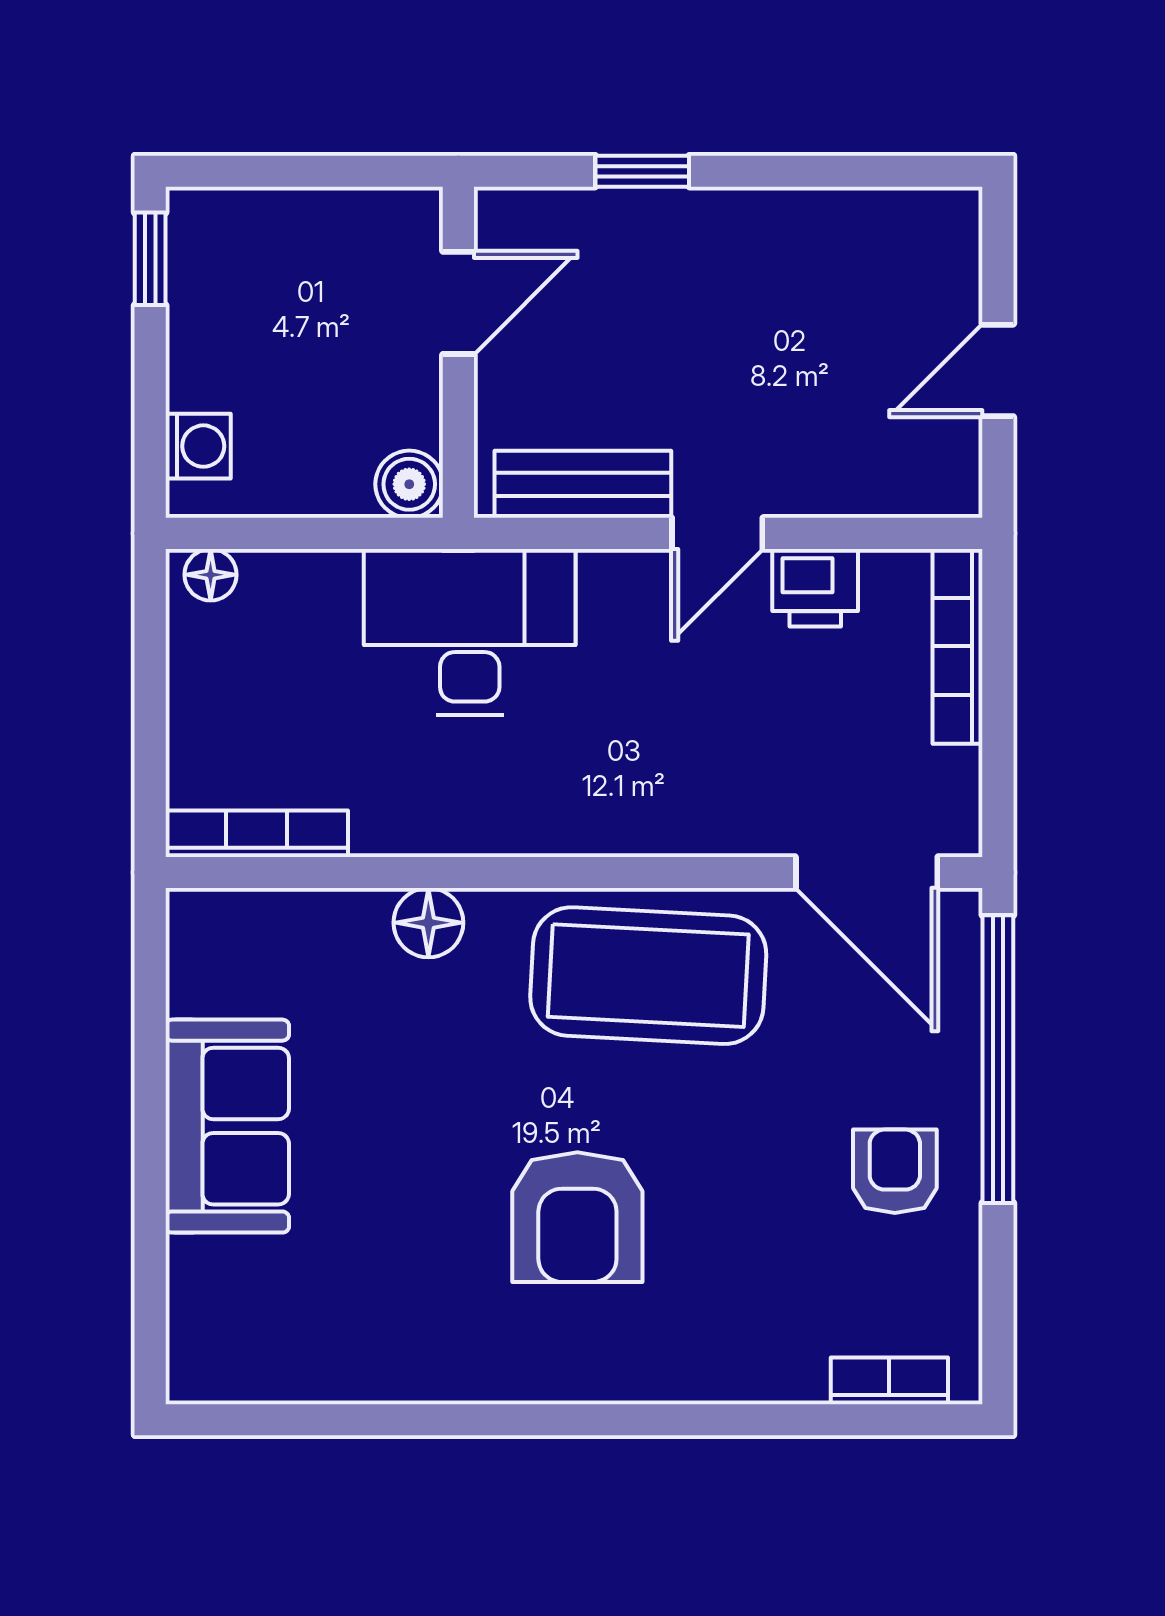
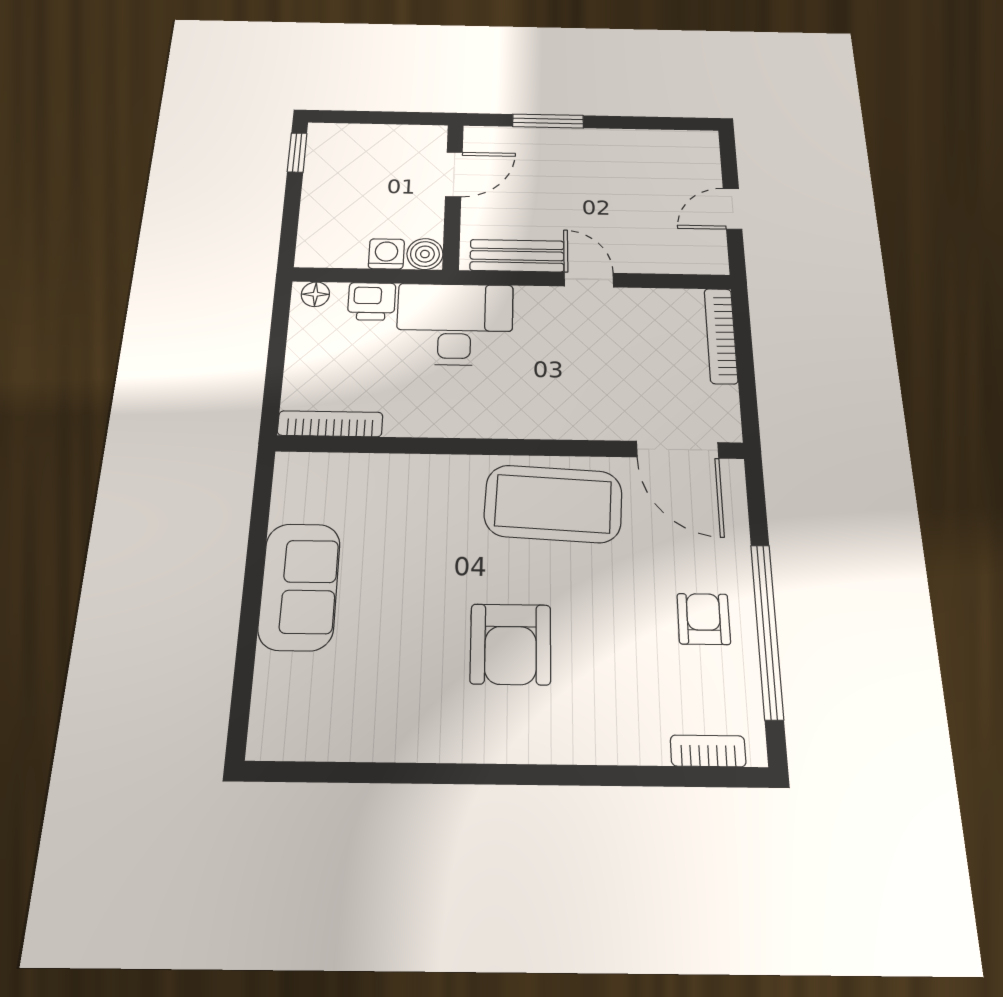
window: (642, 171) -> (548, 121), width x1.50
washing machine: (198, 446) -> (386, 254), moved, turned -90
door: (717, 533) -> (589, 280), swing flipped
printer: (815, 588) -> (372, 301), moved
floor lamp: (428, 923) -> (426, 473), removed
window: (998, 1059) -> (767, 630), moved

